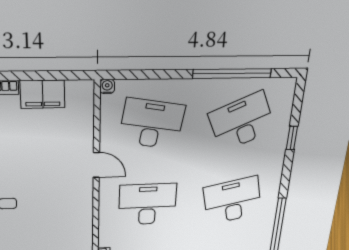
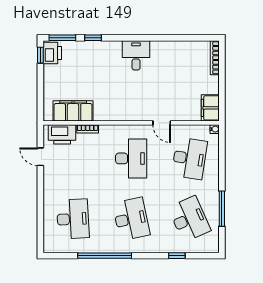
window: (232, 74) -> (222, 209), width x0.68
filing cabinet: (43, 94) -> (210, 108), moved
door: (96, 165) -> (162, 123), hinge flipped

